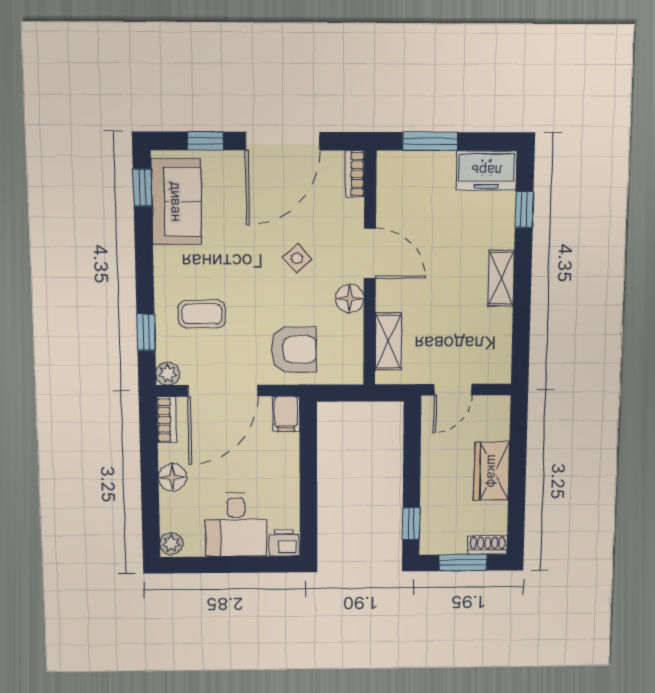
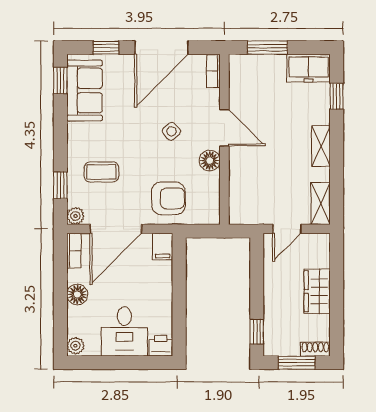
shelving: (388, 341) -> (321, 203), moved

